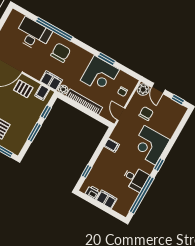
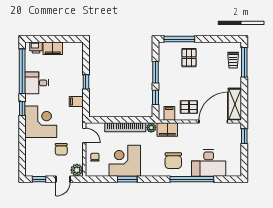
door: (158, 89) -> (63, 179), swing flipped
window: (87, 171) -> (86, 82), moved
printer: (92, 192) -> (36, 47), moved

